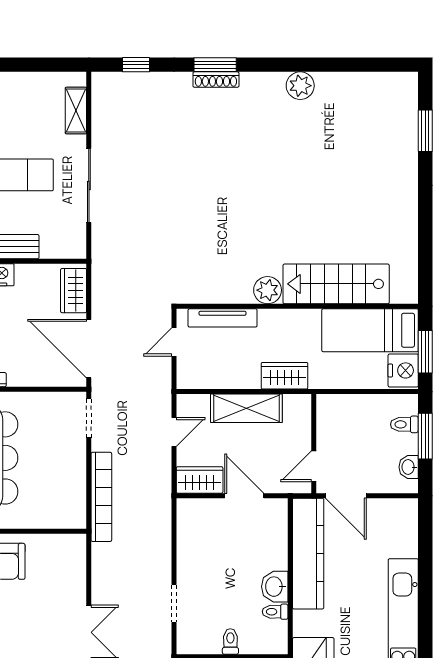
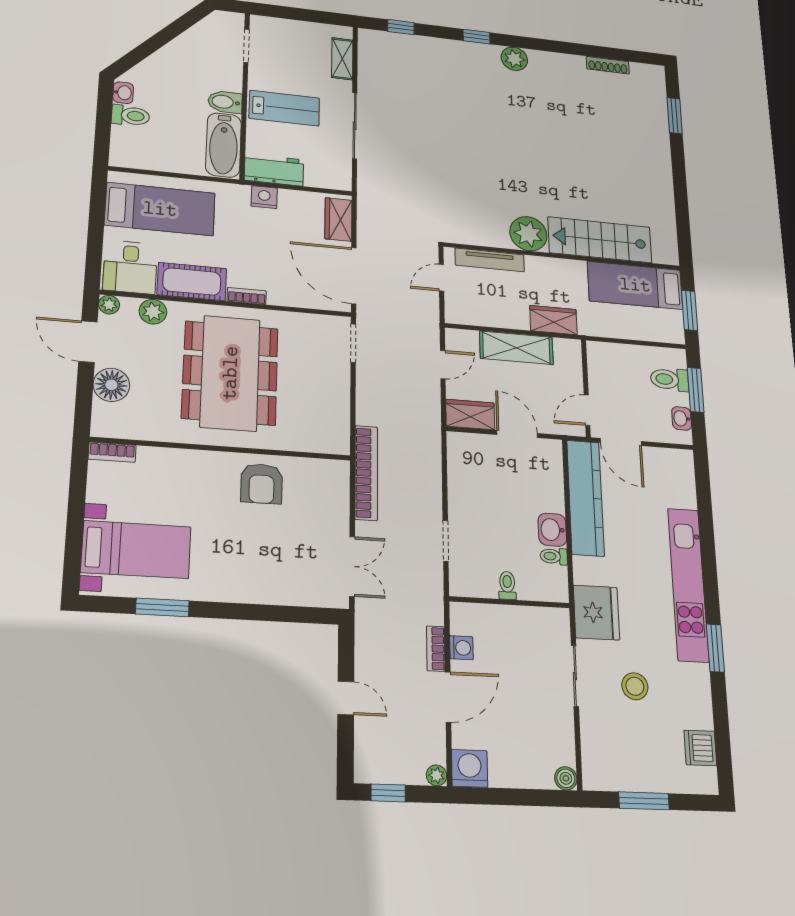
window: (215, 65) -> (477, 37), width x0.67
shoe rack: (216, 80) -> (608, 65), moved
plant: (300, 86) -> (514, 59), moved
plant: (268, 290) -> (528, 234), width x1.36, depth x1.36
nightstand: (403, 370) -> (670, 326), removed
toilet: (404, 424) -> (669, 379), width x1.37, depth x1.39
bookcase: (101, 497) -> (366, 473), moved

